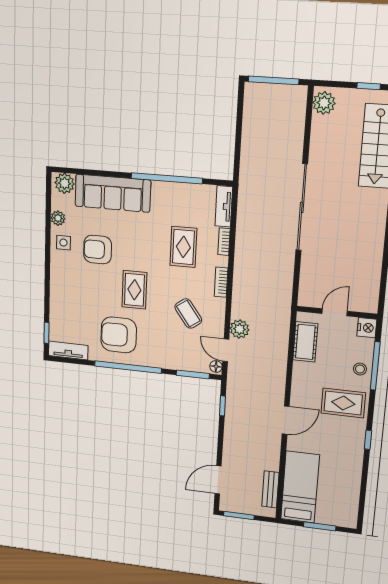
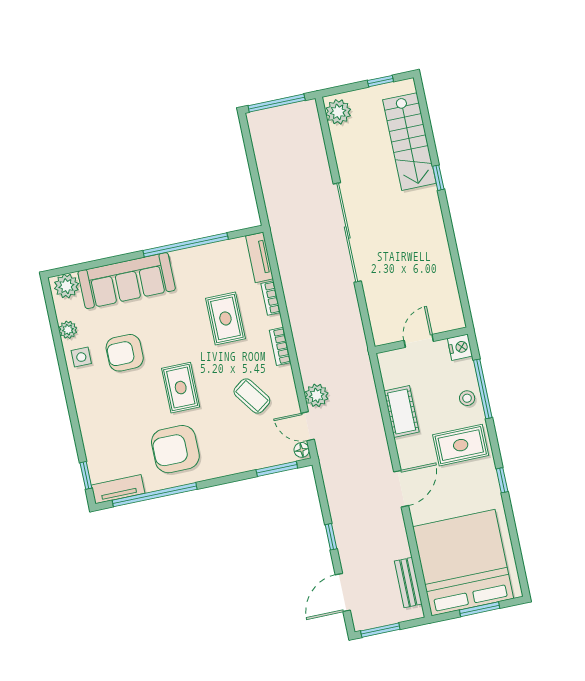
cot: (305, 342) -> (402, 412), moved
window: (128, 367) -> (155, 495), moved
window: (222, 406) -> (331, 537), moved
bed: (300, 487) -> (463, 563), width x2.04

